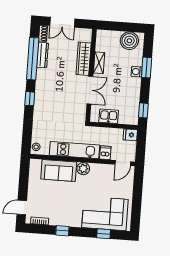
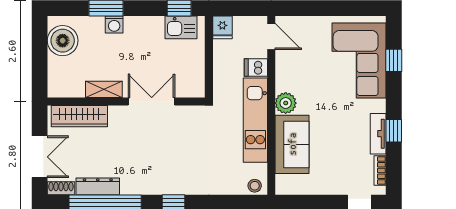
wardrobe: (84, 59) -> (79, 116), moved
kitchen sink: (109, 116) -> (181, 27), moved, turned -90
tv unit: (61, 221) -> (378, 134), added

